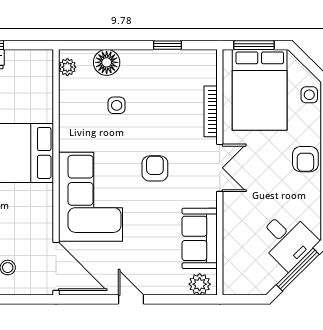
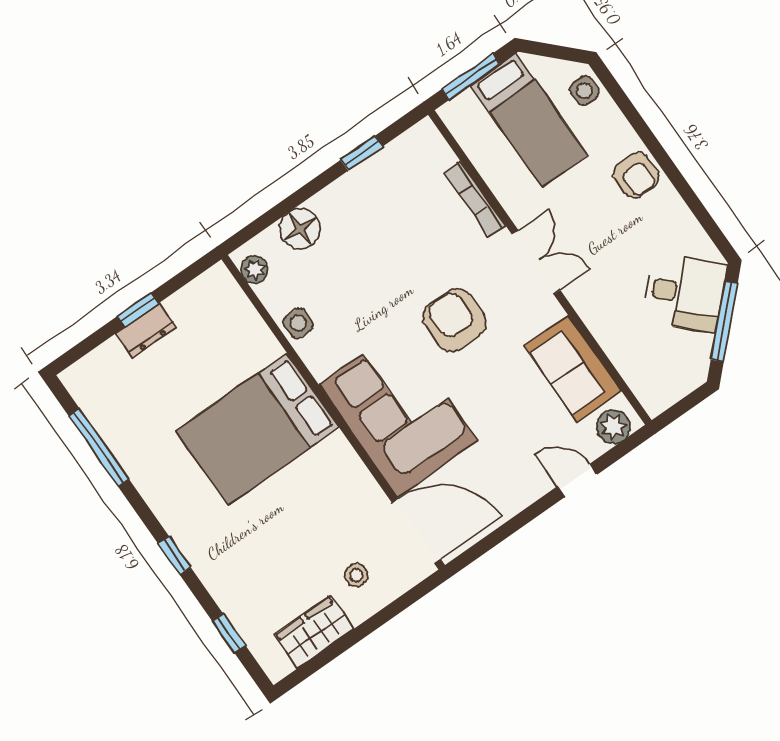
bed: (260, 90) -> (529, 120), width x0.67
side table: (117, 105) -> (298, 323), moved
armchair: (155, 168) -> (455, 320), width x1.38, depth x1.38
door: (131, 299) -> (577, 481), moved

